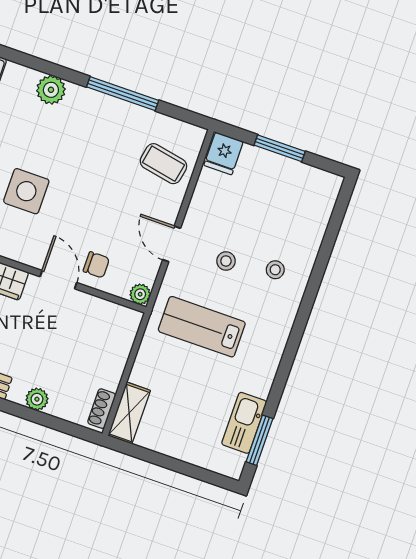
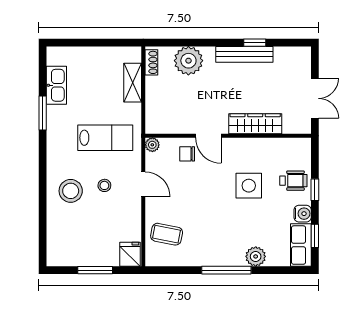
window: (123, 94) -> (226, 270), moved
stool: (275, 270) -> (71, 191), width x1.89, depth x1.89
plant: (37, 399) -> (188, 61), width x1.87, depth x1.87
shelving: (129, 413) -> (133, 83), moved
window: (259, 440) -> (43, 113), moved

